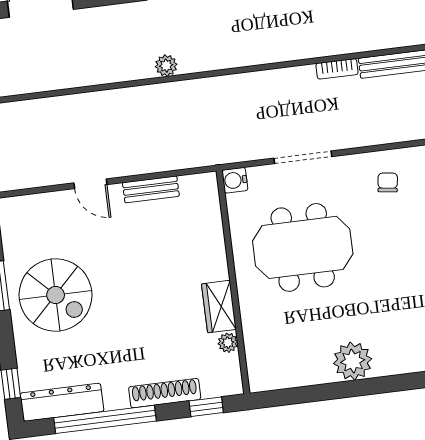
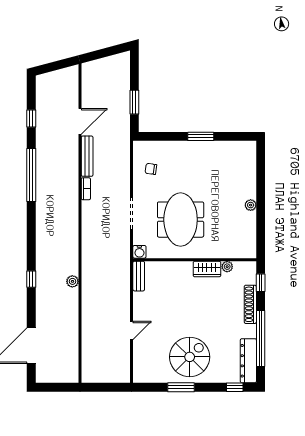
bench: (151, 189) -> (139, 276), moved
plant: (353, 361) -> (251, 205), width x0.53, depth x0.53

